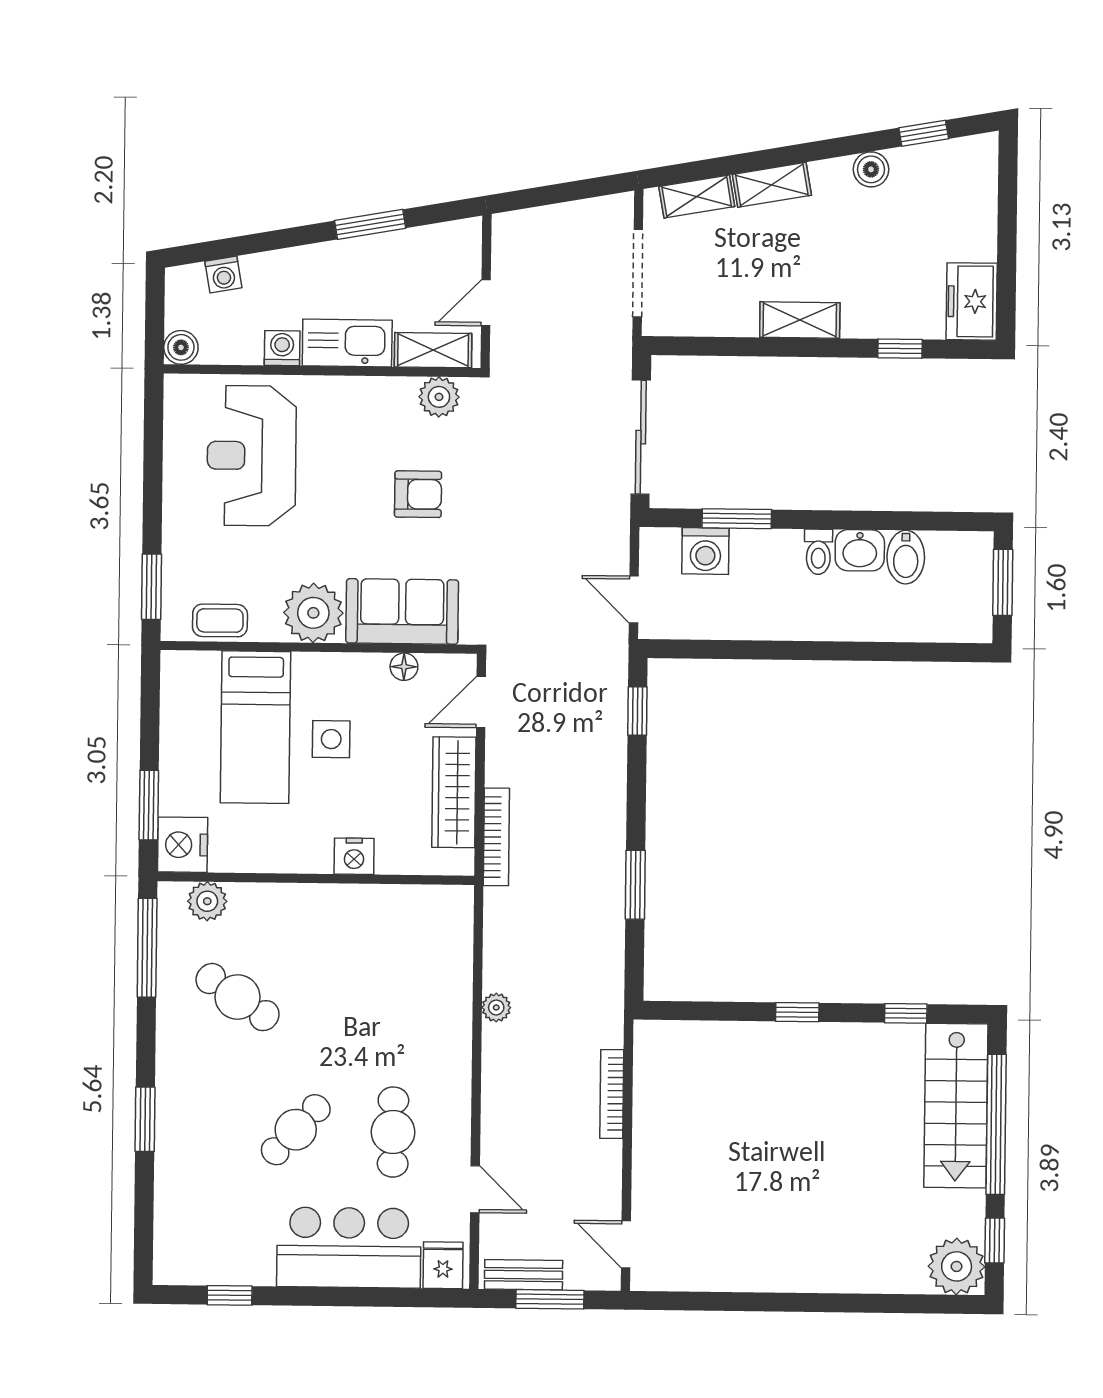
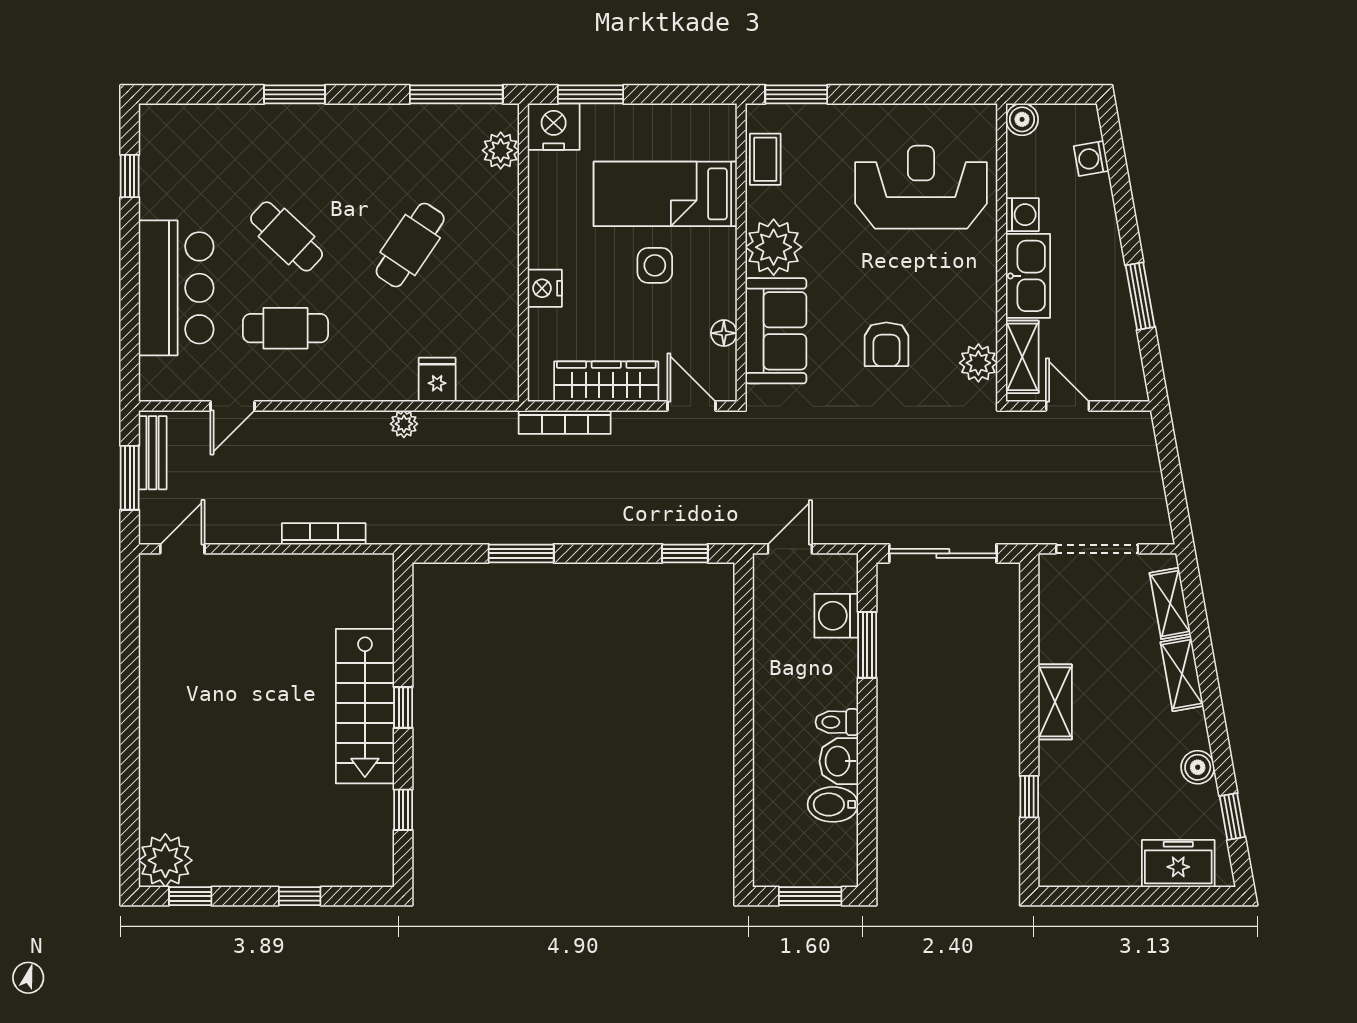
freezer: (972, 301) -> (1178, 864), moved
cafe table: (238, 997) -> (410, 245), moved
stairs: (956, 1106) -> (365, 706), moved, turned -90
window: (996, 1124) -> (300, 896), width x0.32
fridge: (443, 1265) -> (437, 380), moved, turned -90

